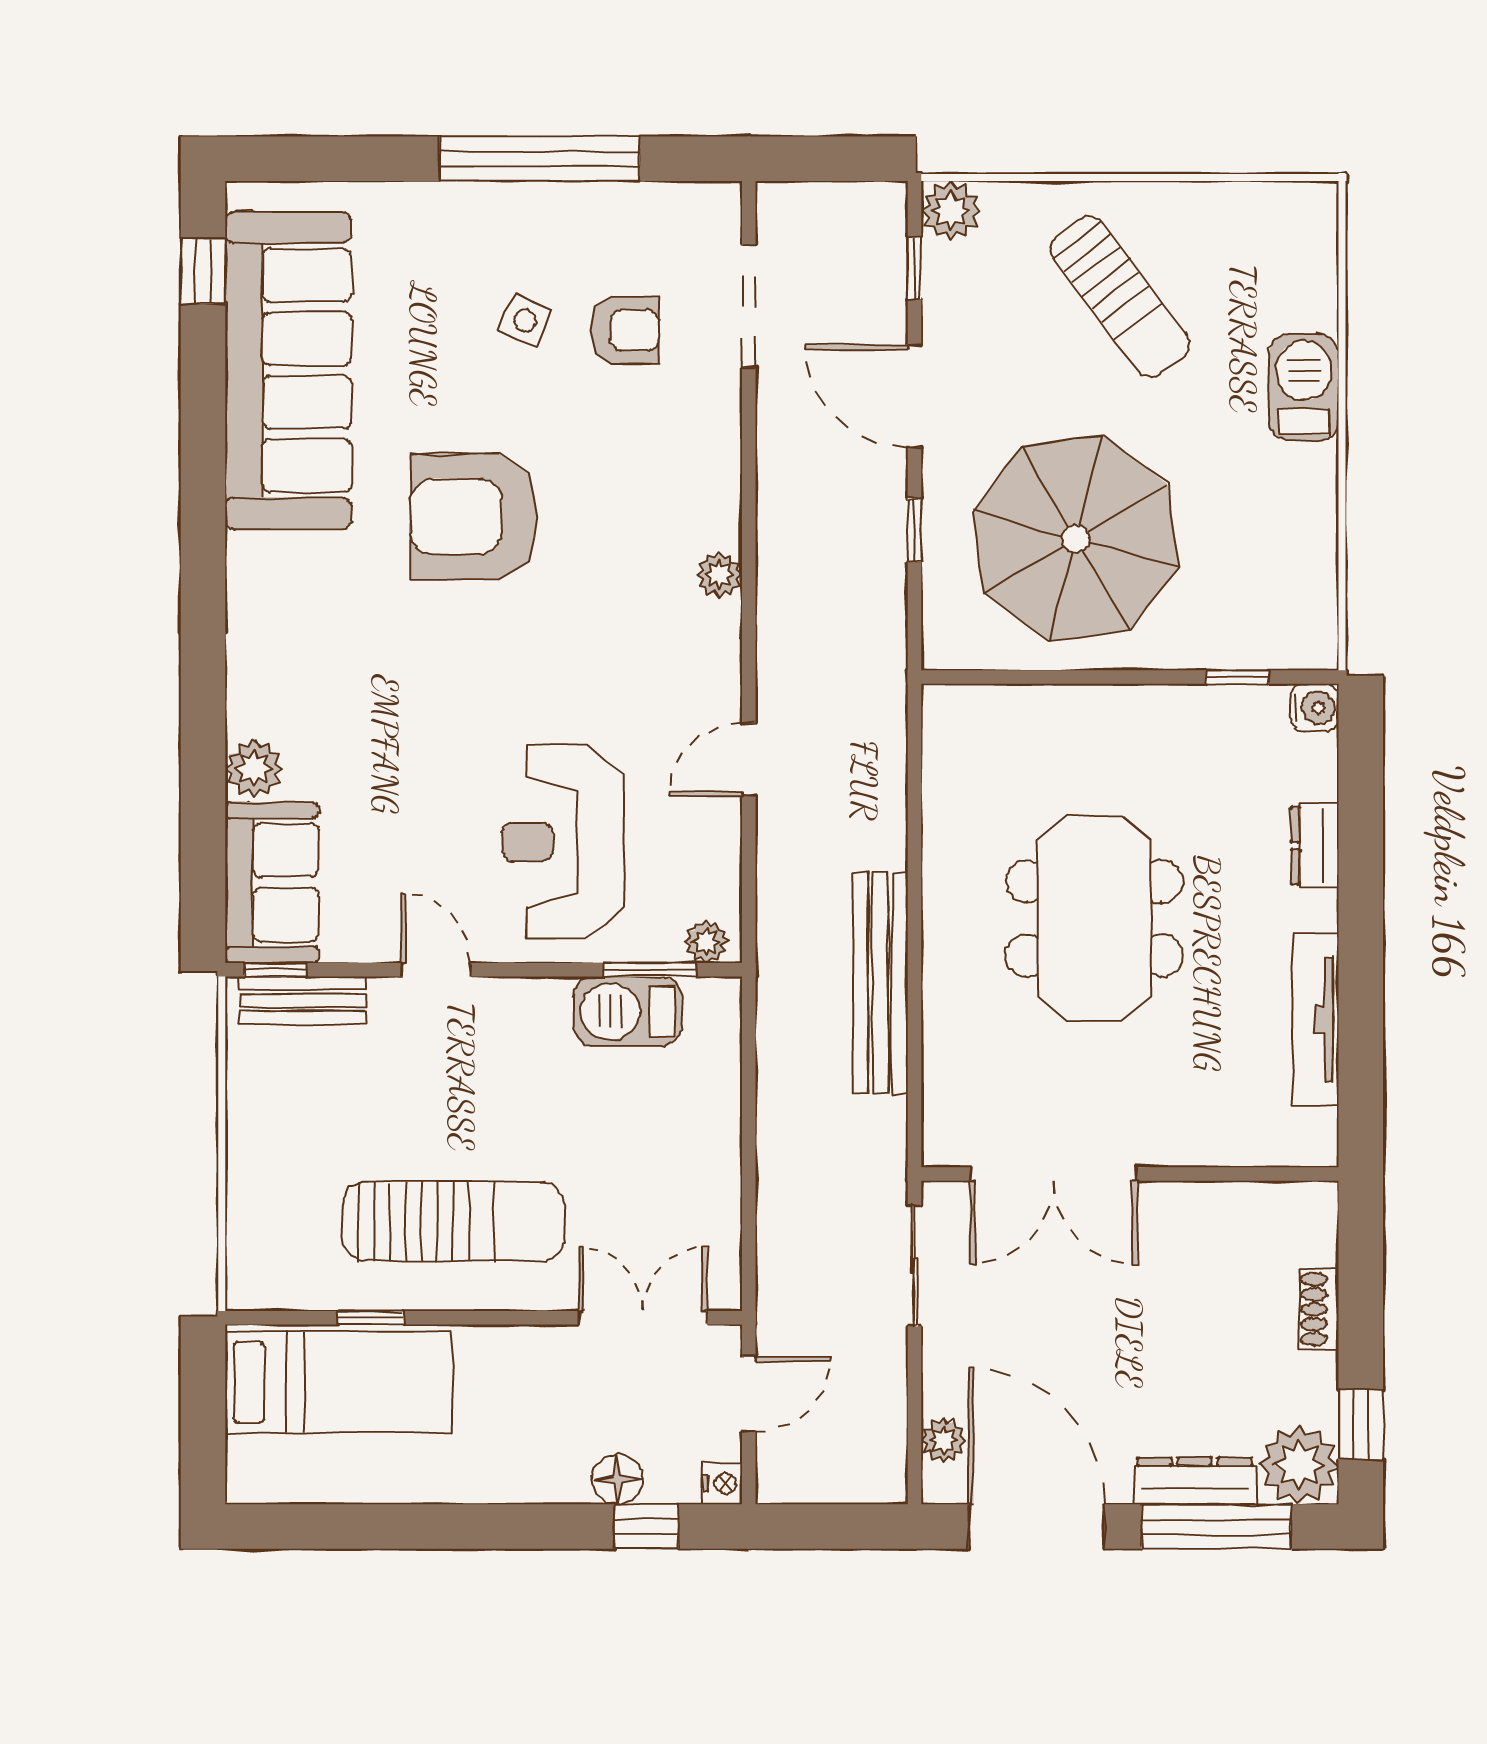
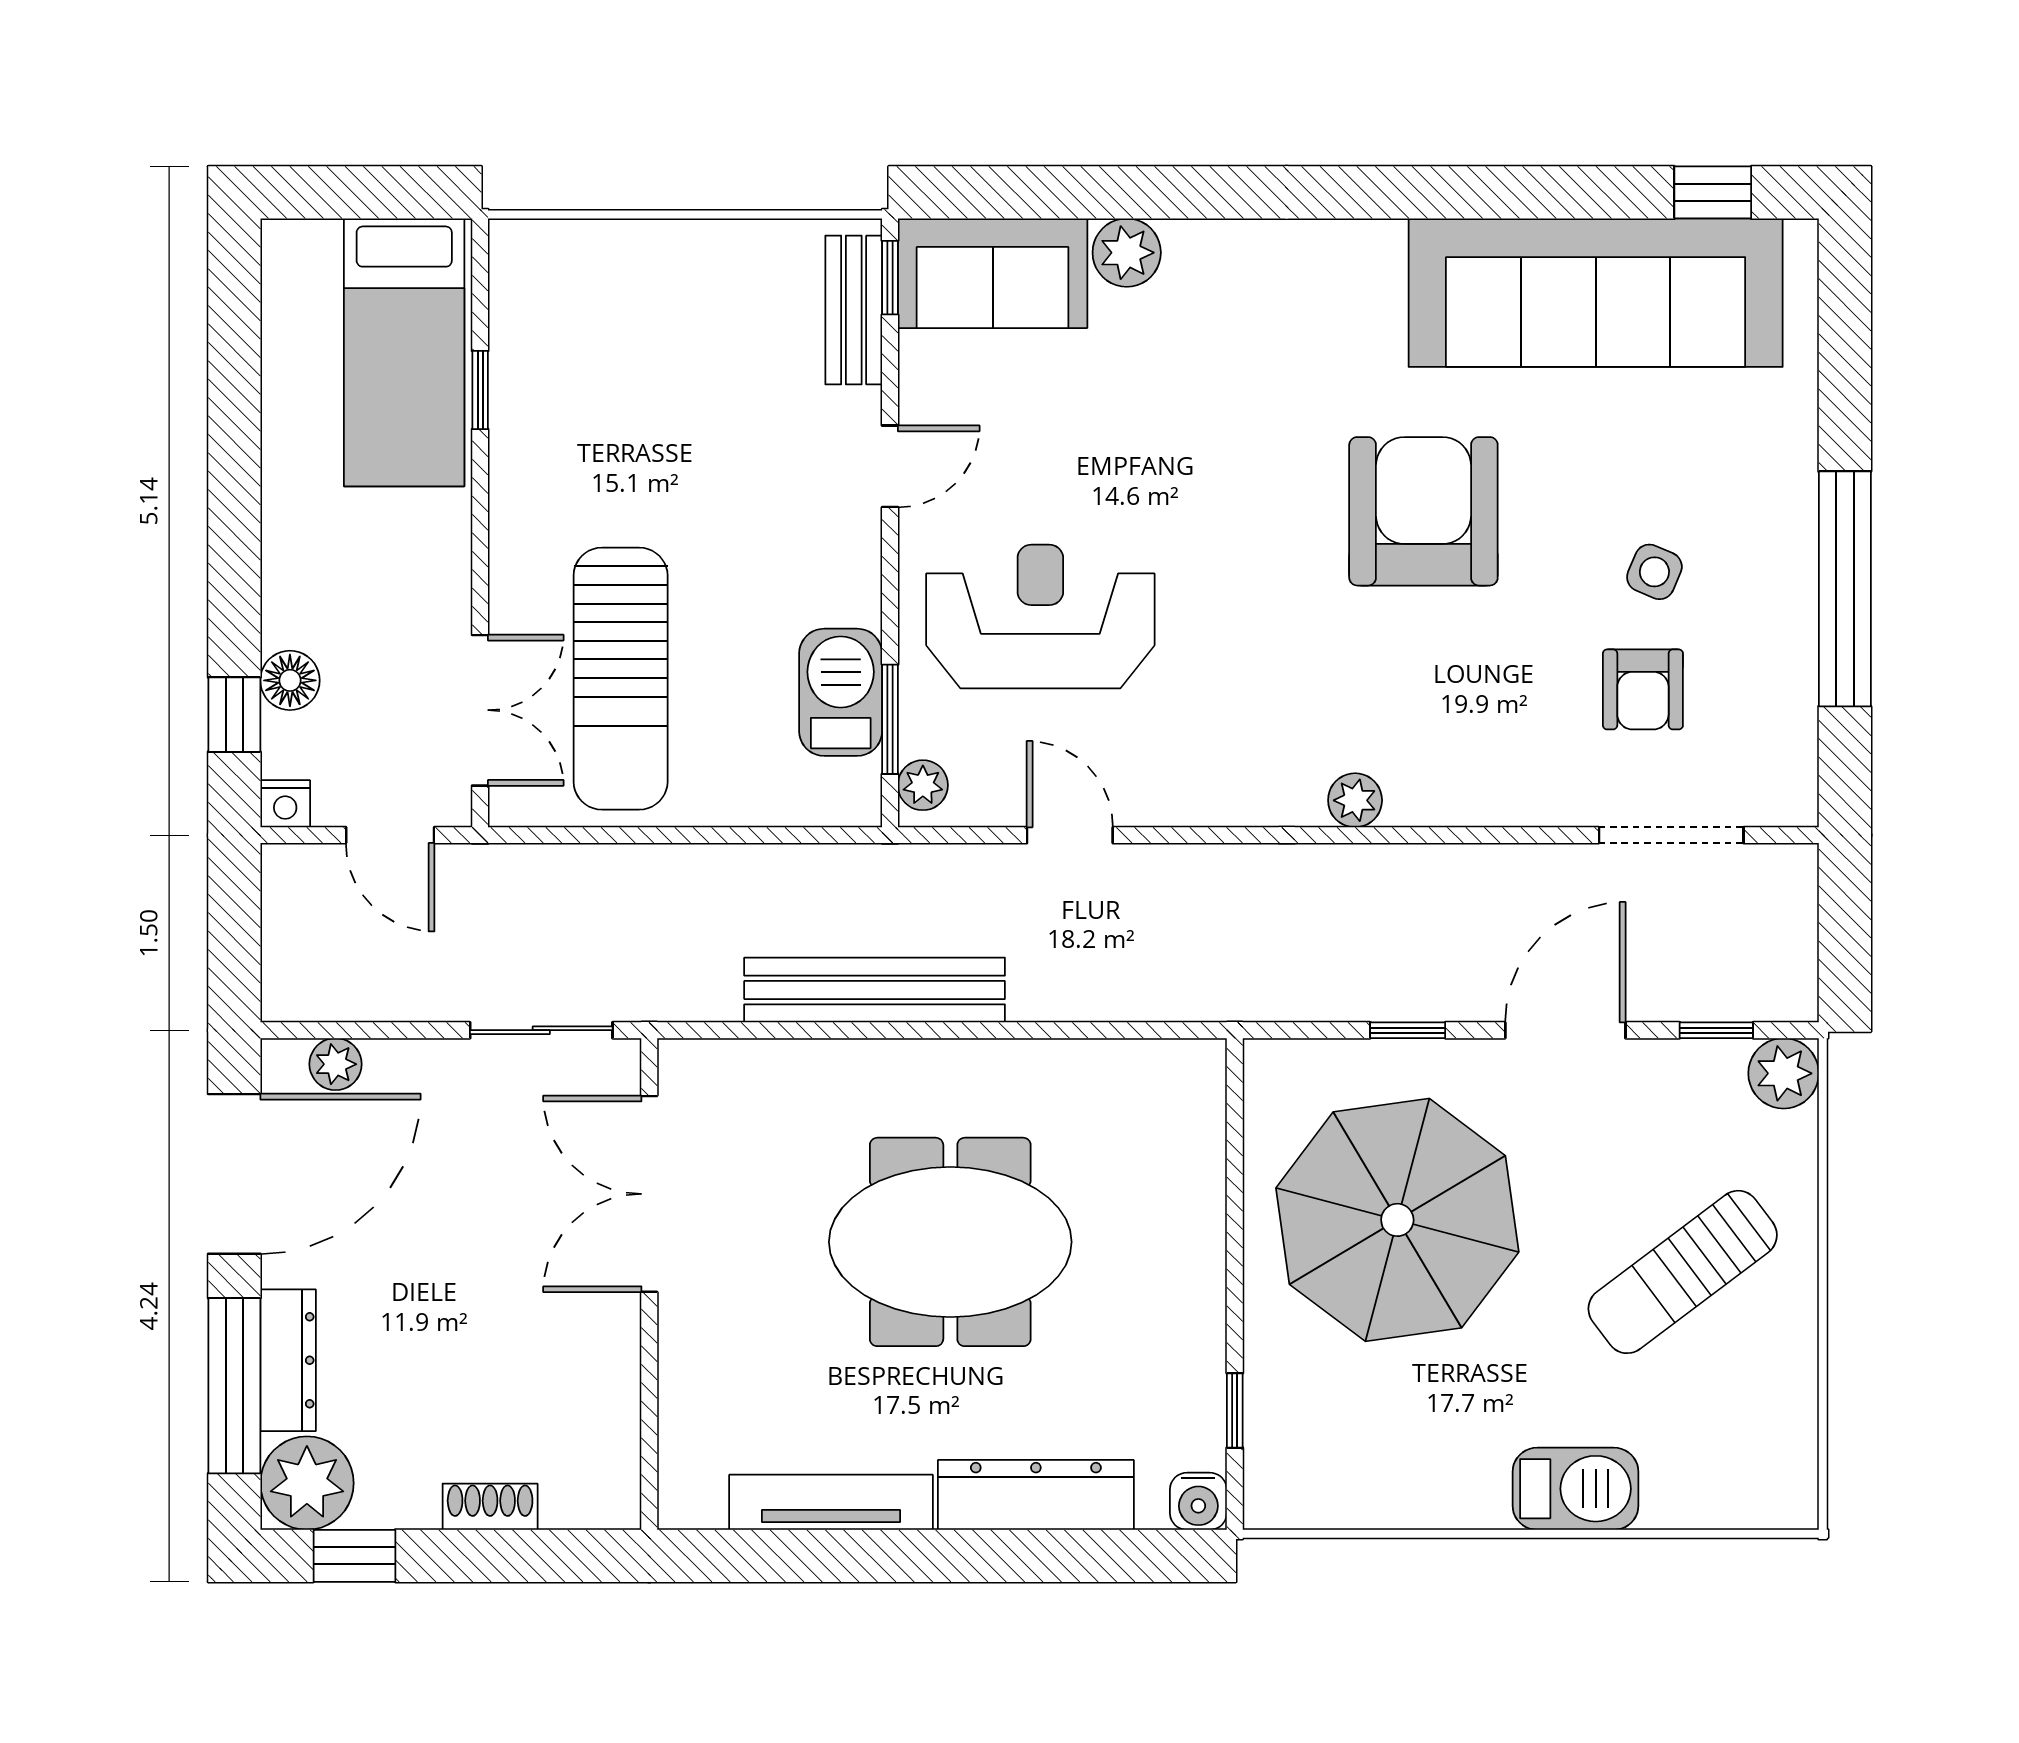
door: (749, 760) -> (1070, 835), moved
dresser: (1315, 846) -> (1036, 1495), width x1.96, depth x1.24
sun lounger: (454, 1221) -> (621, 679), moved

